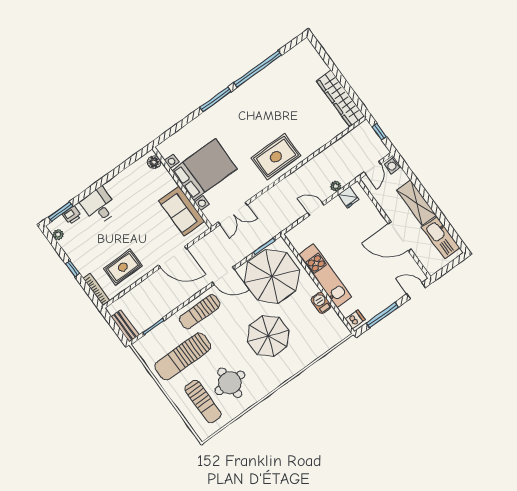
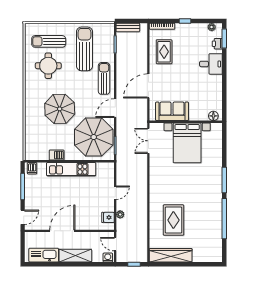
rug: (276, 157) -> (173, 220), moved

